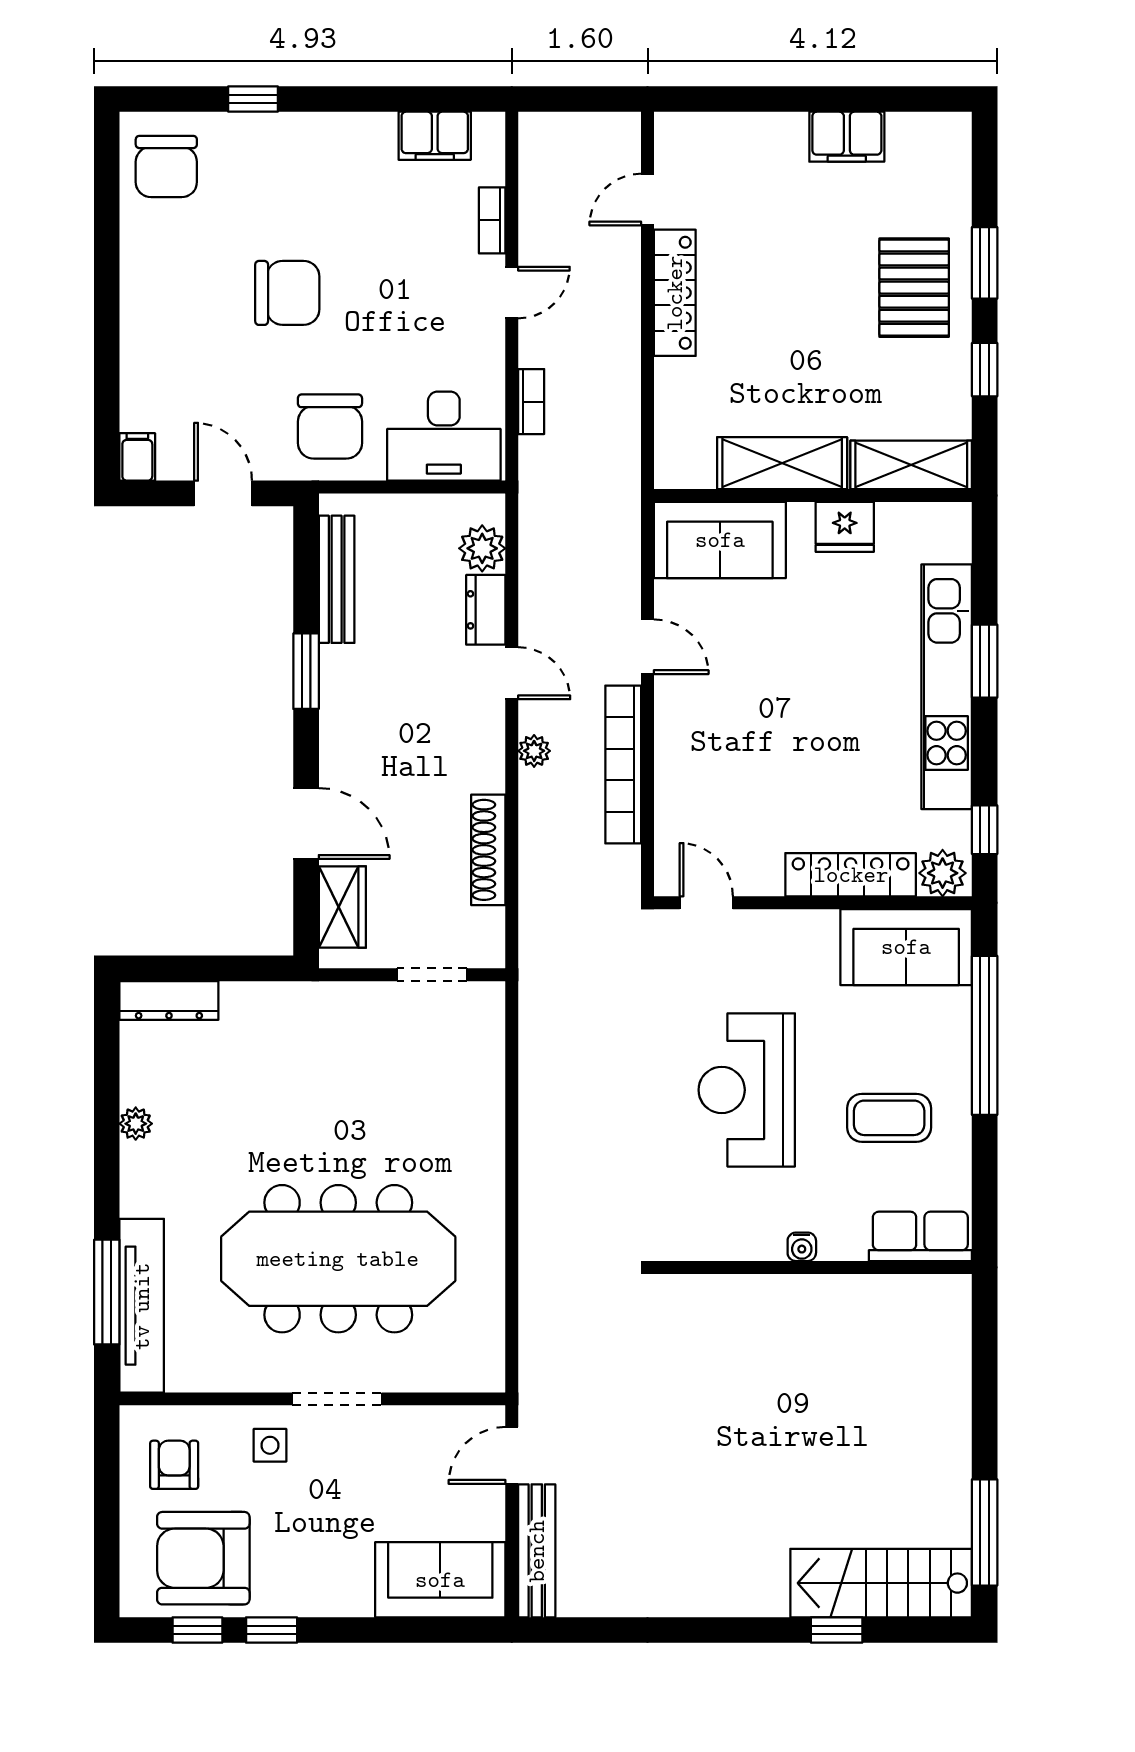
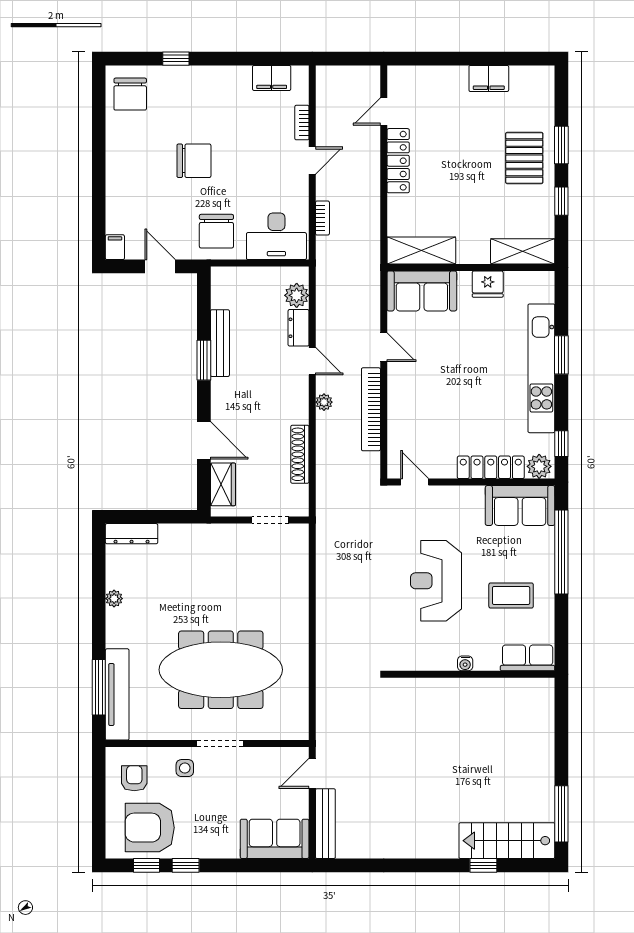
shelving: (782, 463) -> (421, 250), moved
bench: (337, 579) -> (220, 343), moved

